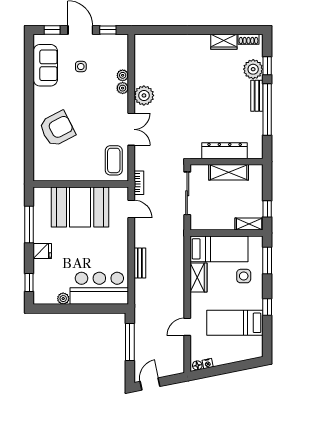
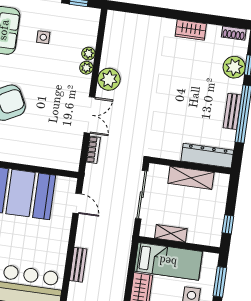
wardrobe: (224, 42) -> (191, 30), moved
bench: (257, 96) -> (232, 111), moved
dresser: (225, 151) -> (207, 156), moved
coffee table: (114, 160) -> (65, 147), removed
bookcase: (139, 183) -> (93, 150), moved
shelving: (249, 224) -> (171, 233), moved

